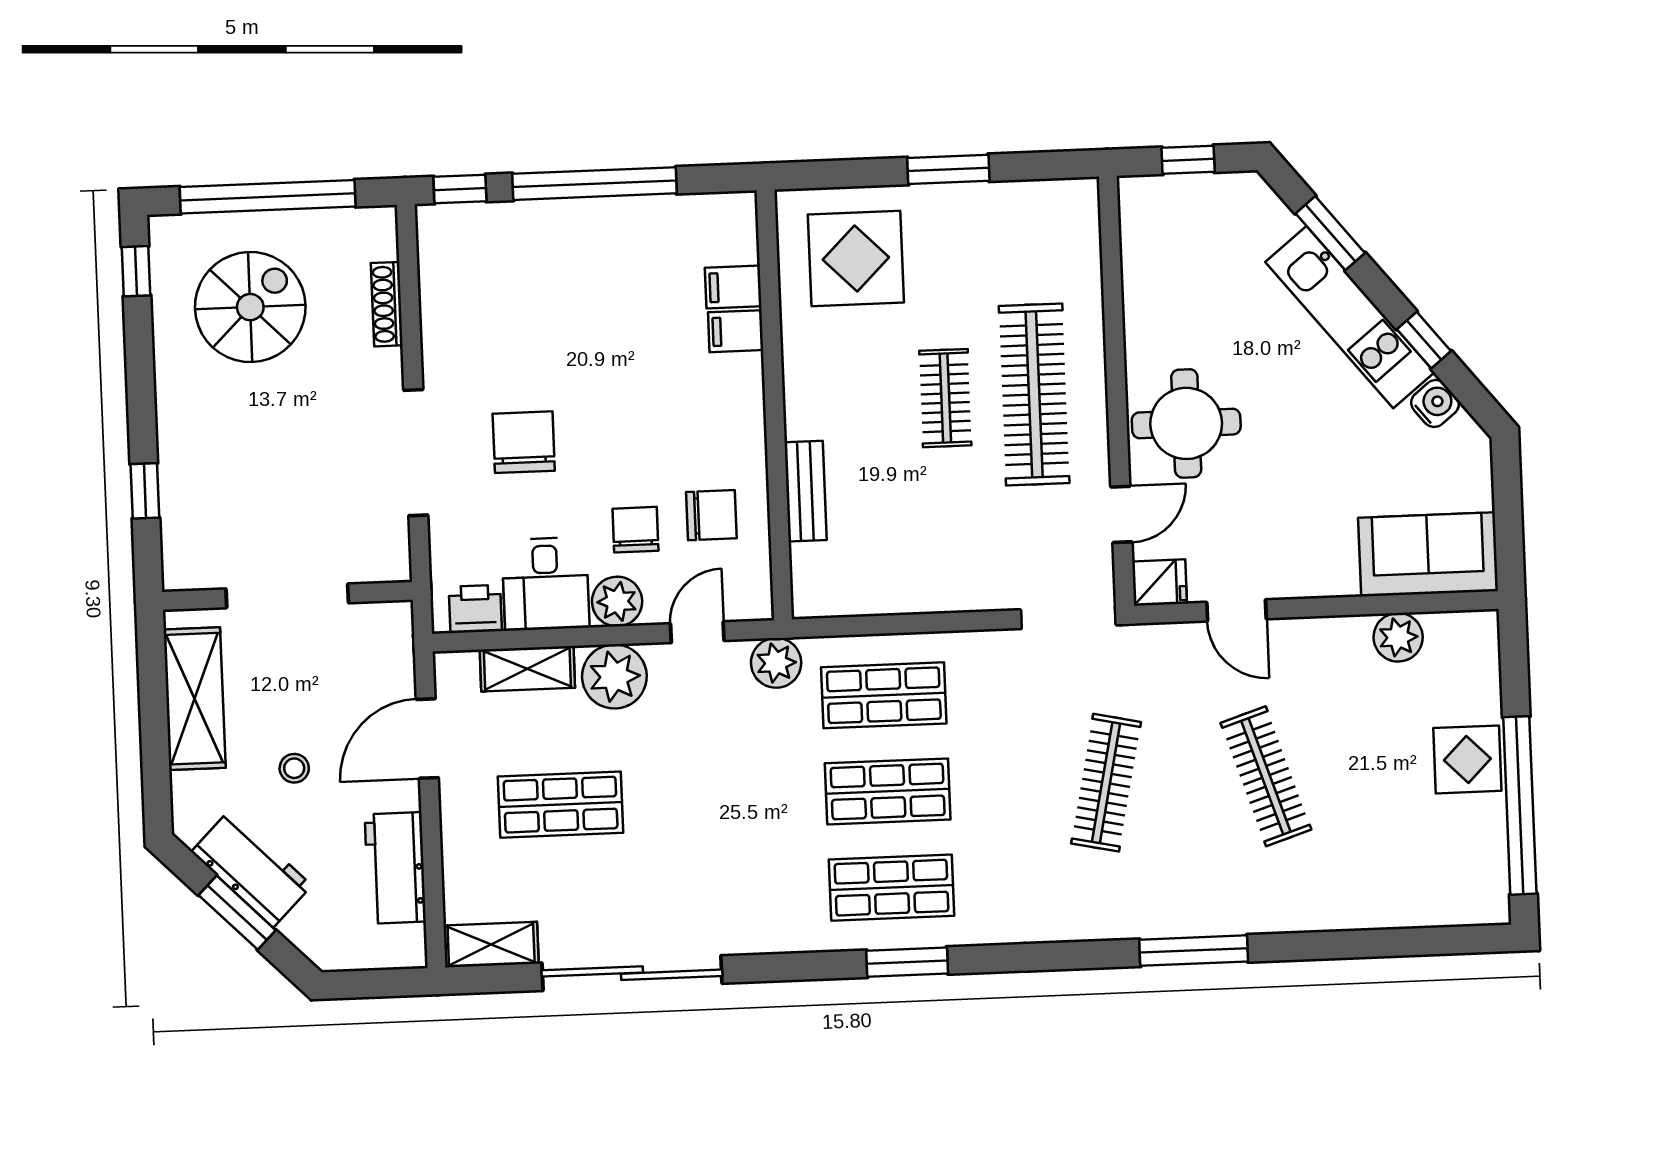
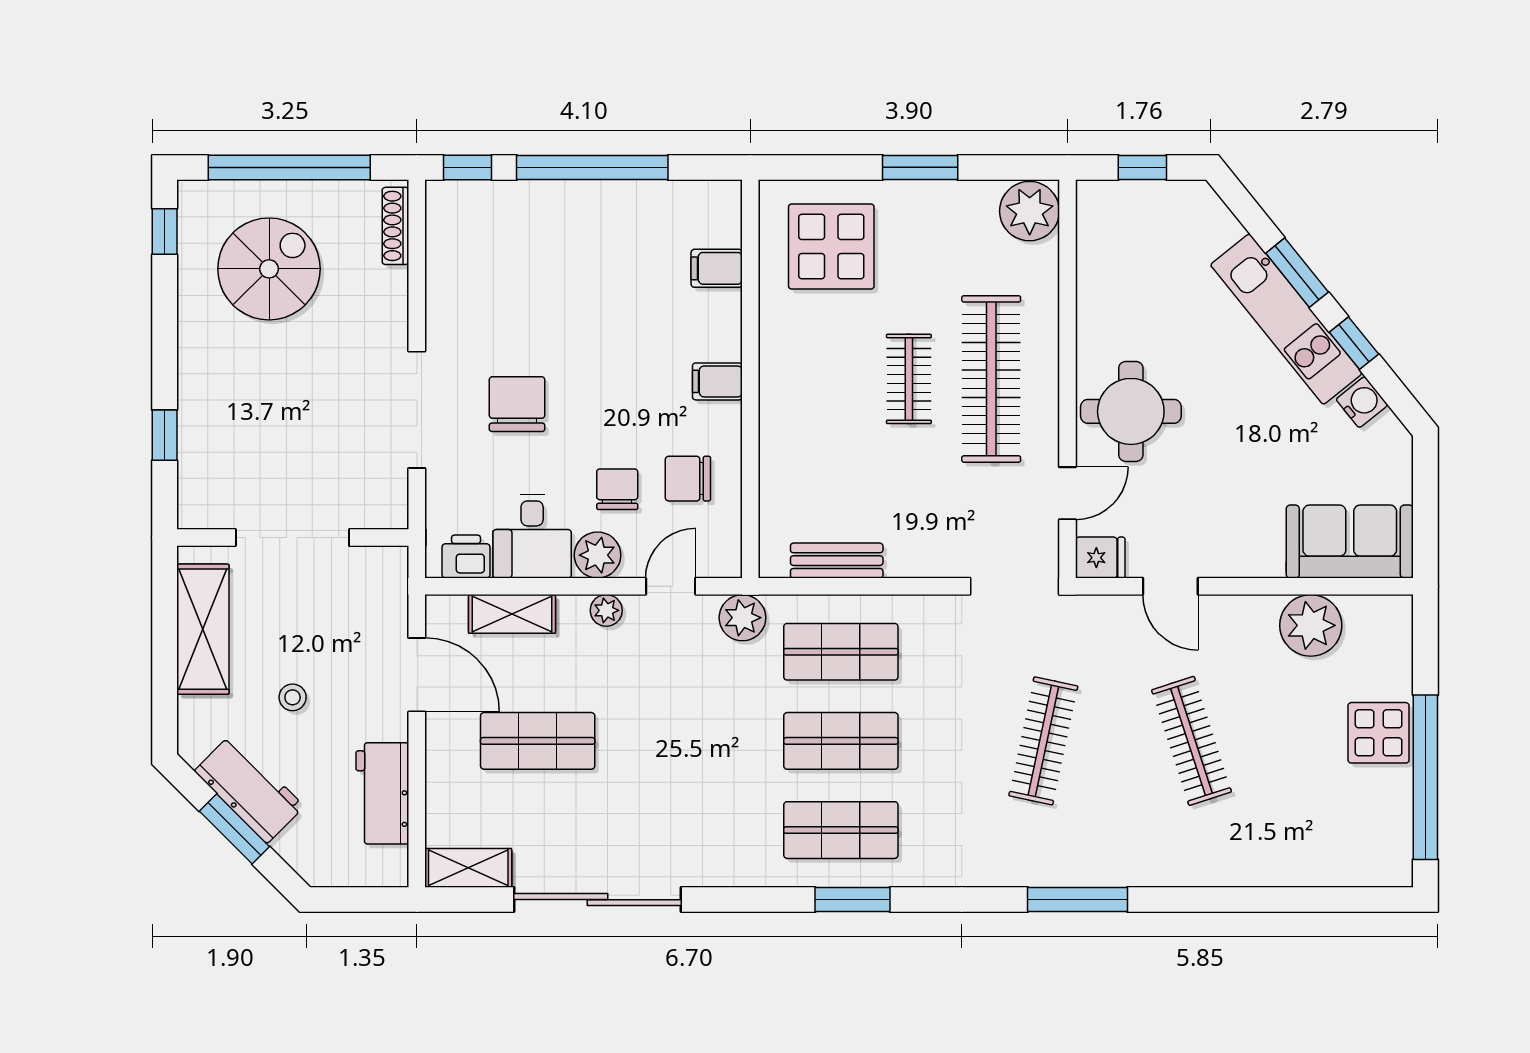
plant: (1068, 212) -> (1030, 211), added
window: (1330, 233) -> (1297, 273), moved
shoe rack: (387, 304) -> (395, 226), moved
filing cabinet: (736, 331) -> (717, 381), moved
bench: (806, 491) -> (837, 561), moved, turned 90
chair: (711, 515) -> (688, 479), turned 180
plant: (1398, 637) -> (1311, 625), width x1.36, depth x1.36
plant: (614, 676) -> (606, 610), width x0.53, depth x0.53
door: (427, 739) -> (417, 675), swing flipped
window: (1194, 951) -> (1078, 900), moved

